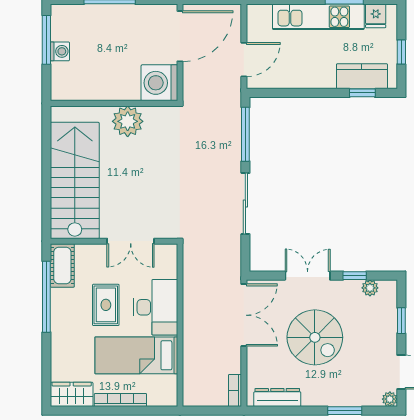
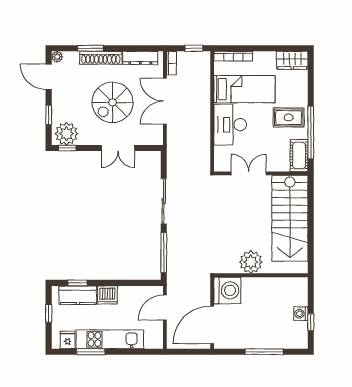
window: (46, 40) -> (311, 322), width x0.46
dishwasher: (322, 77) -> (107, 295), added
window: (355, 276) -> (67, 148), moved
plant: (370, 288) -> (66, 134), width x1.87, depth x1.87
rug: (106, 305) -> (289, 117), moved, turned 90
double door: (244, 315) -> (165, 101), moved
spiral stairs: (315, 337) -> (113, 102), turned -90
shoe rack: (331, 398) -> (101, 58), added
bookcase: (120, 400) -> (233, 56), moved
window: (205, 411) -> (194, 48), added

